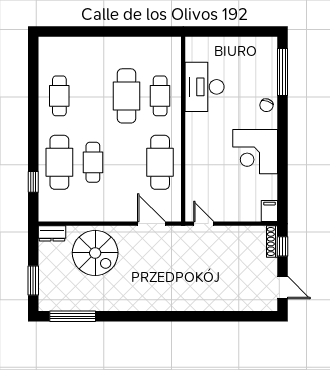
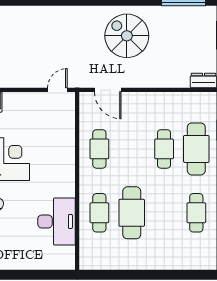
cafe table: (160, 162) -> (99, 149), width x0.73, depth x0.74
door: (204, 224) -> (57, 90), swing flipped
spiral stairs: (95, 253) -> (127, 36), moved

